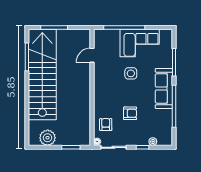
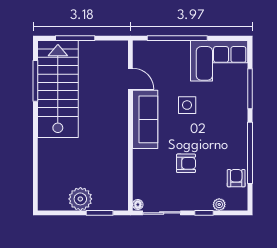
corner sofa: (140, 43) -> (219, 61), moved
door: (92, 55) -> (130, 79), swing flipped
stairs: (42, 74) -> (58, 89), width x0.73
sofa: (164, 88) -> (145, 119), moved, turned 180
armchair: (106, 125) -> (236, 178), moved
plant: (48, 138) -> (80, 199), moved

